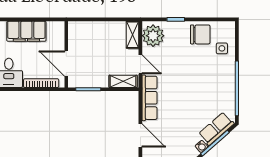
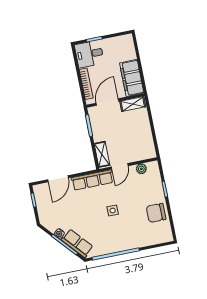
filing cabinet: (26, 31) -> (132, 78), moved
chair: (200, 34) -> (156, 213), turned 90
shelving: (133, 35) -> (133, 104), moved
plant: (153, 36) -> (141, 169), width x0.53, depth x0.53
side table: (222, 48) -> (113, 211), moved

